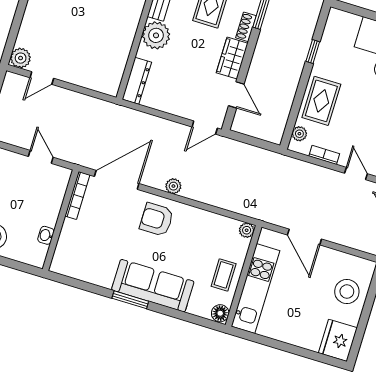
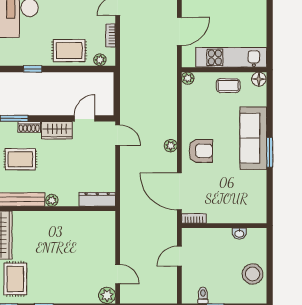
plant: (156, 35) -> (52, 200), width x0.53, depth x0.53
bookcase: (77, 196) -> (194, 218), width x0.64
armchair: (157, 219) -> (201, 151), turned -90

